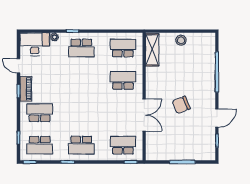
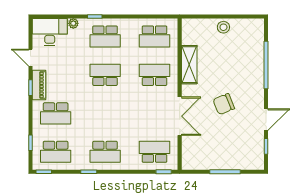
school desk: (123, 48) -> (155, 36), turned 180
shelving: (152, 50) -> (189, 65), moved
school desk: (81, 80) -> (105, 75), added
school desk: (40, 113) -> (56, 113), turned 180

